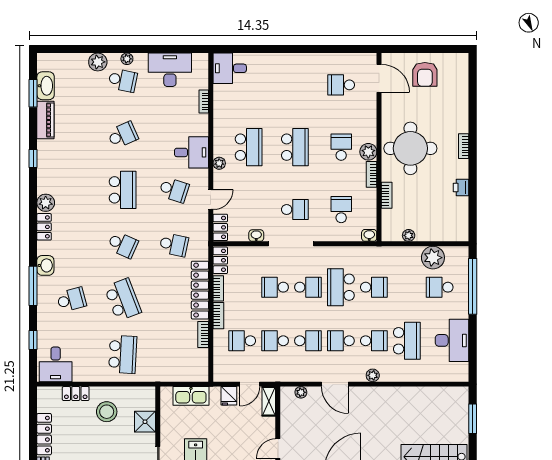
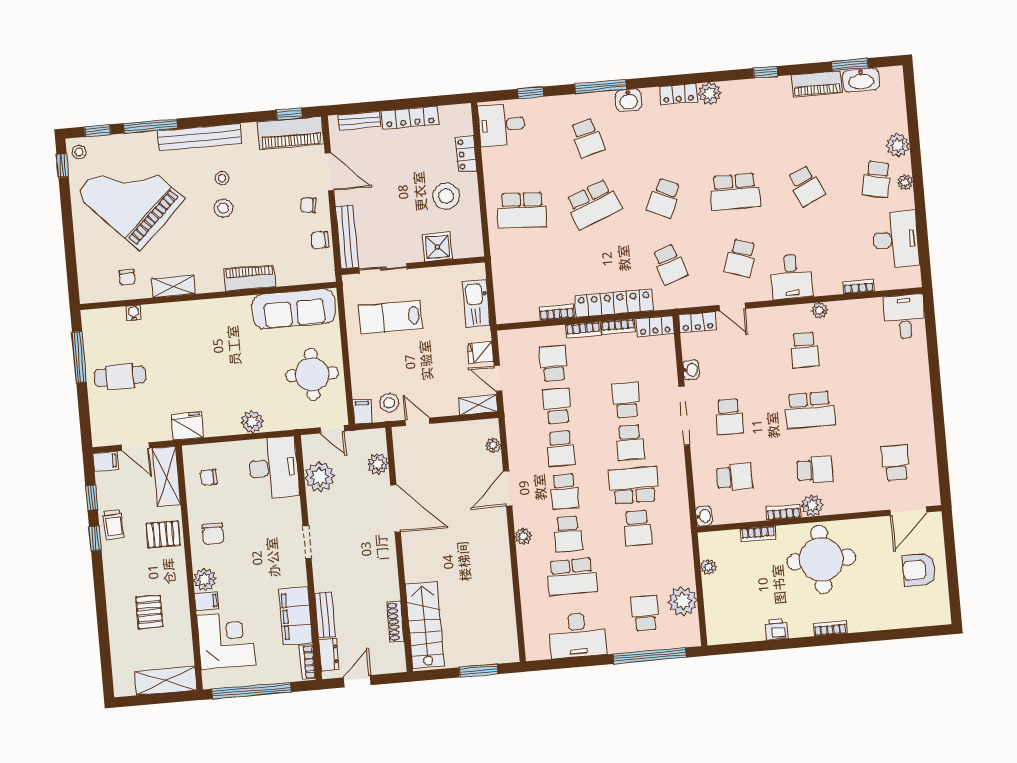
school desk: (249, 147) -> (805, 350), width x0.54
plant: (219, 163) -> (820, 310), moved
school desk: (174, 245) -> (670, 264), turned -30
school desk: (341, 341) -> (564, 491), turned 180

